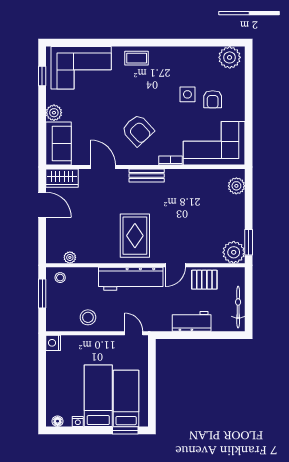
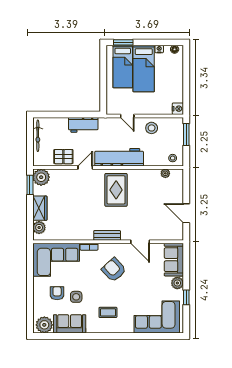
coffee table: (137, 58) -> (108, 312), moved
sofa: (196, 59) -> (70, 324), added
window: (42, 76) -> (186, 297), moved
wardrobe: (62, 178) -> (40, 208), moved, turned 90
window: (42, 294) -> (186, 135), moved
workbench: (192, 321) -> (83, 125), moved
door: (134, 333) -> (127, 116), moved

